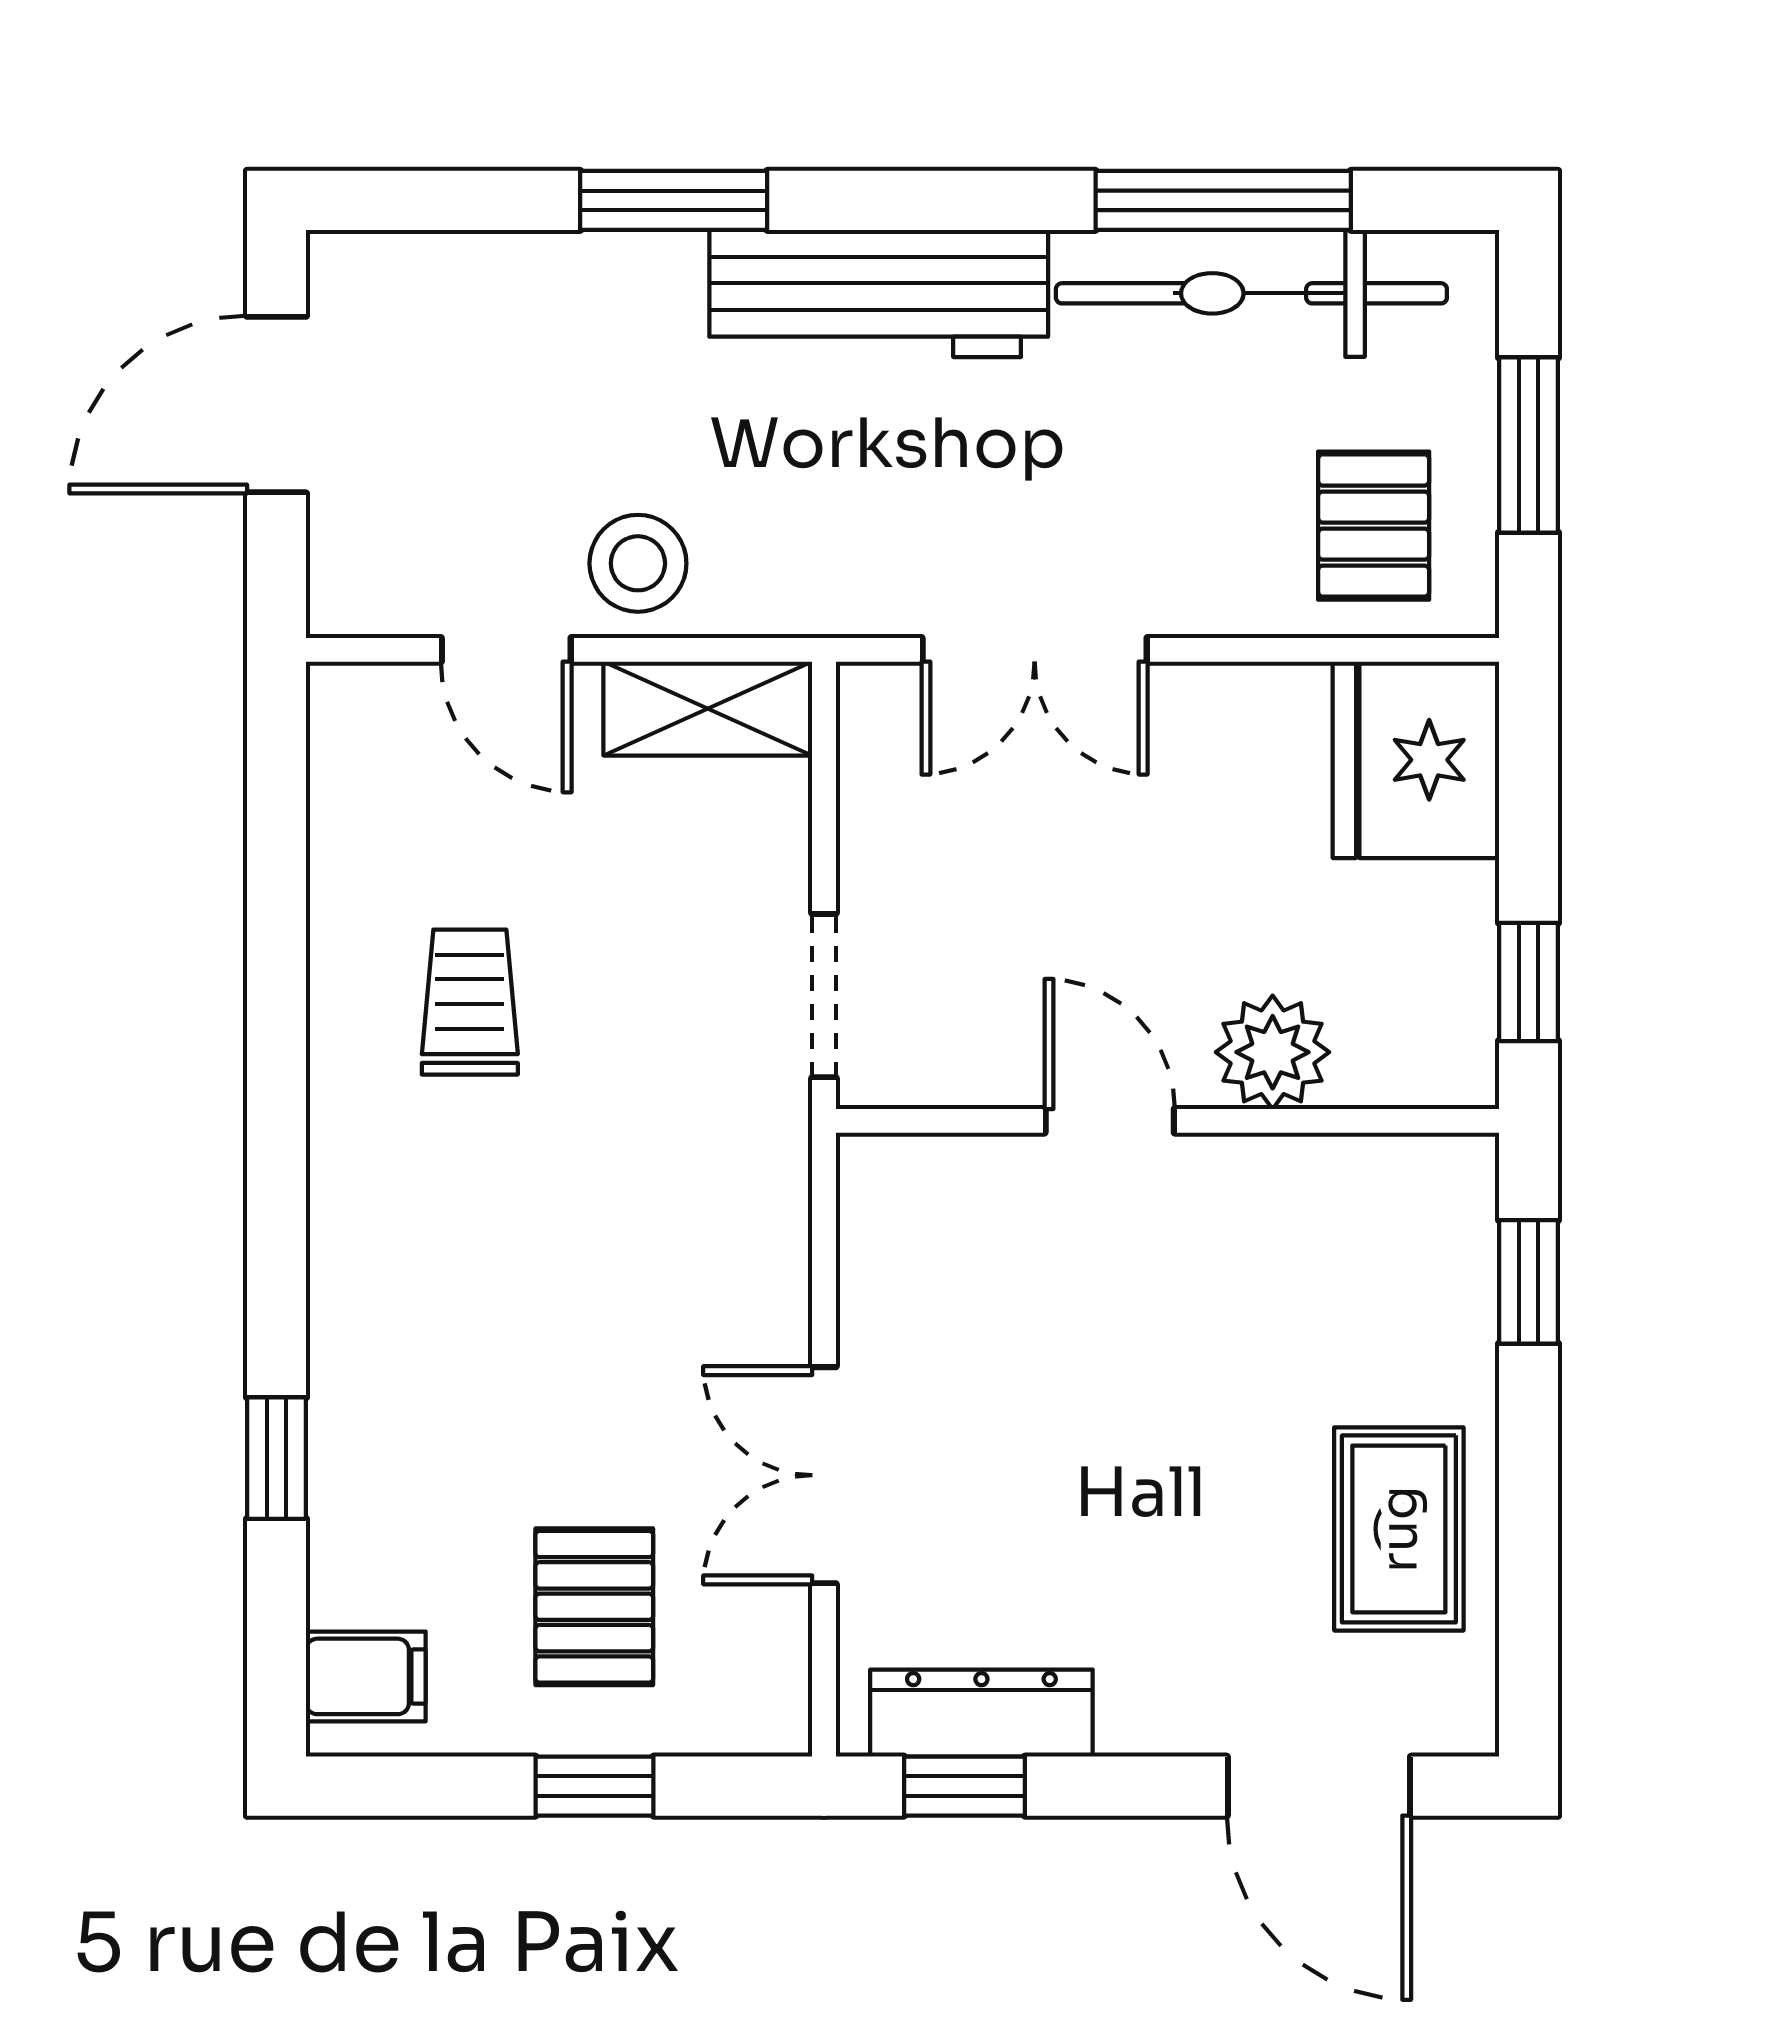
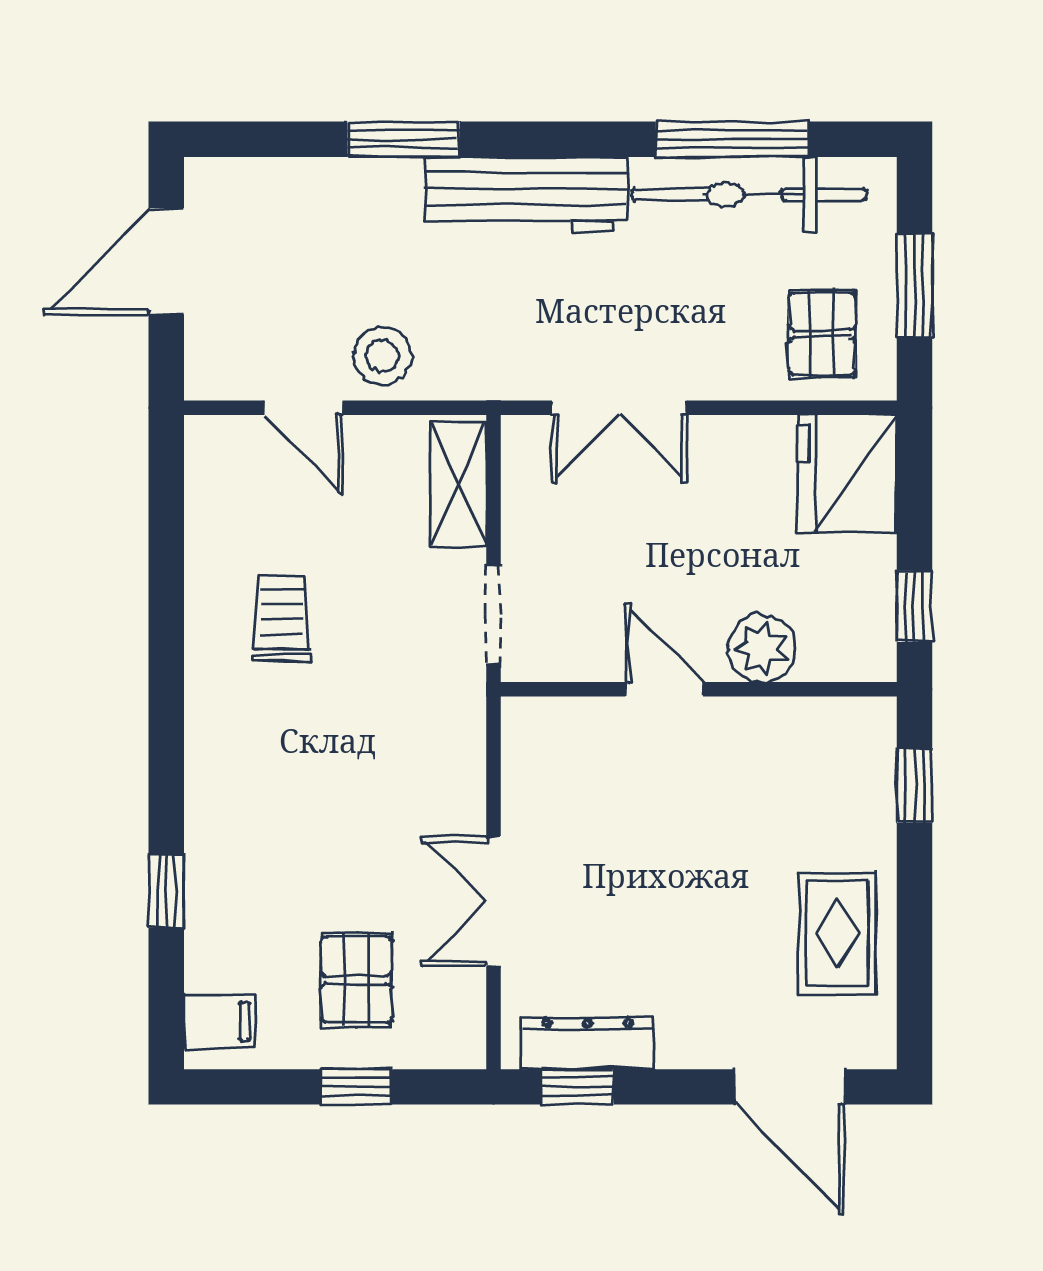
shelving: (708, 709) -> (458, 484), moved, turned 90

